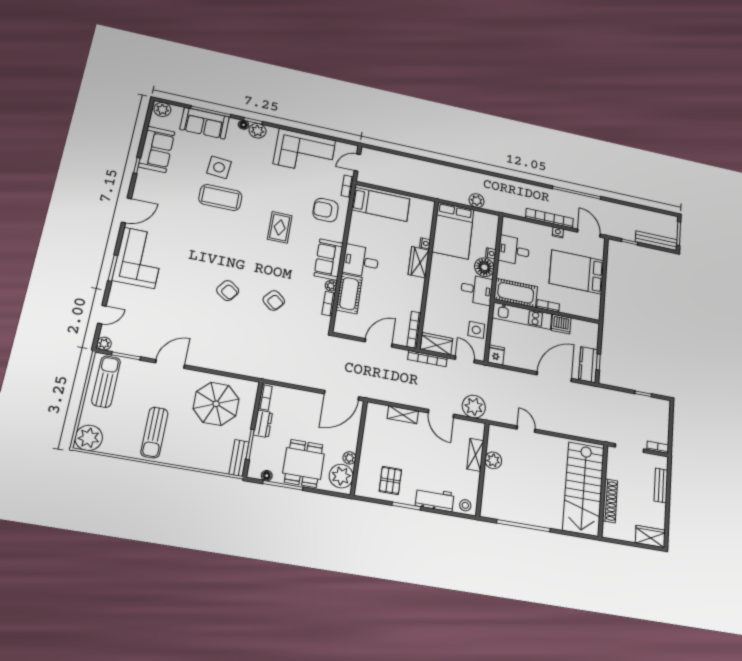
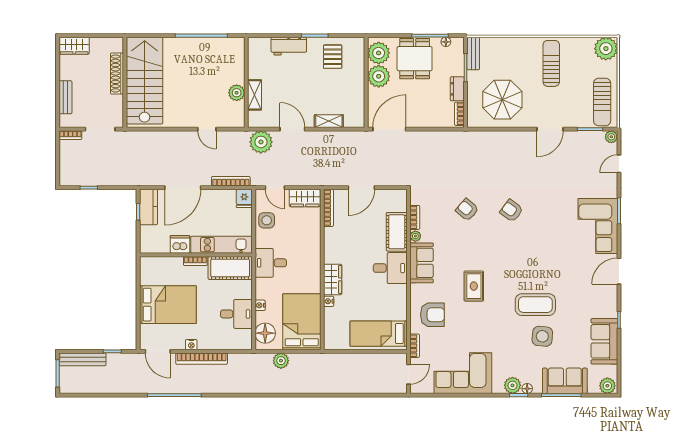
floor lamp: (484, 267) -> (265, 333), moved
bookcase: (427, 359) -> (231, 181), moved
plant: (349, 458) -> (379, 76), width x1.88, depth x1.88
stool: (465, 505) -> (259, 45), removed

